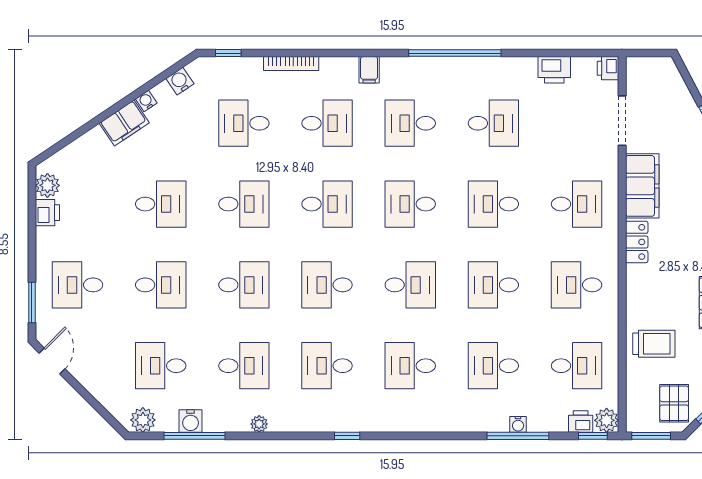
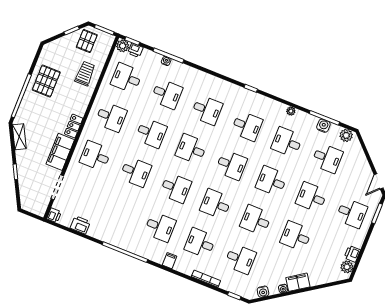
desk: (493, 123) -> (120, 211), removed
trolley: (654, 344) -> (85, 74), turned 90

